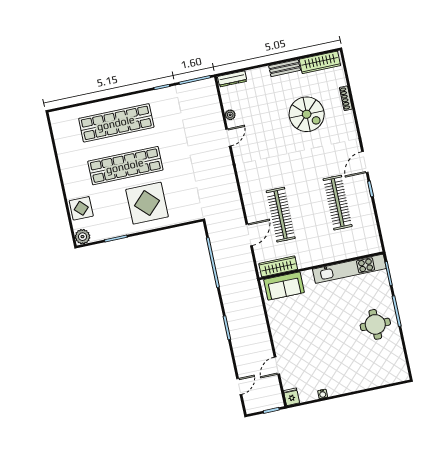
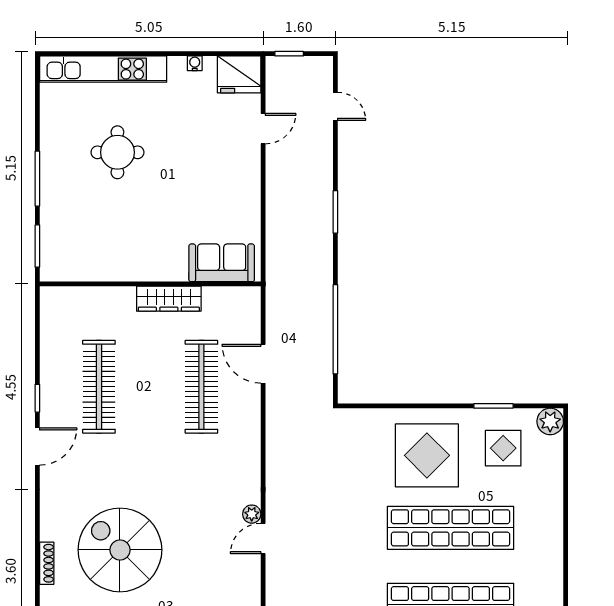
spiral stairs: (307, 114) -> (120, 550), width x1.37, depth x1.37
plant: (230, 115) -> (252, 514), moved
display table: (81, 208) -> (503, 448), moved
door: (249, 235) -> (263, 364), hinge flipped
wardrobe: (278, 266) -> (169, 299), moved
kitchen unit: (349, 269) -> (103, 69), moved, turned 180
round table: (375, 324) -> (117, 152), moved
door: (239, 387) -> (335, 106), swing flipped
fridge: (292, 397) -> (239, 74), width x1.88, depth x1.34

